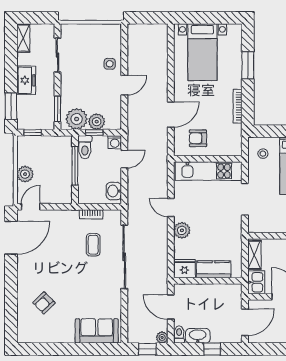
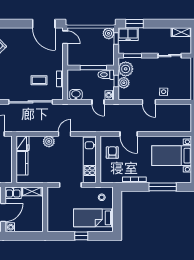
window: (248, 65) -> (163, 187), width x1.44
freezer: (26, 80) -> (128, 34), moved
plant: (25, 174) -> (109, 33), moved

